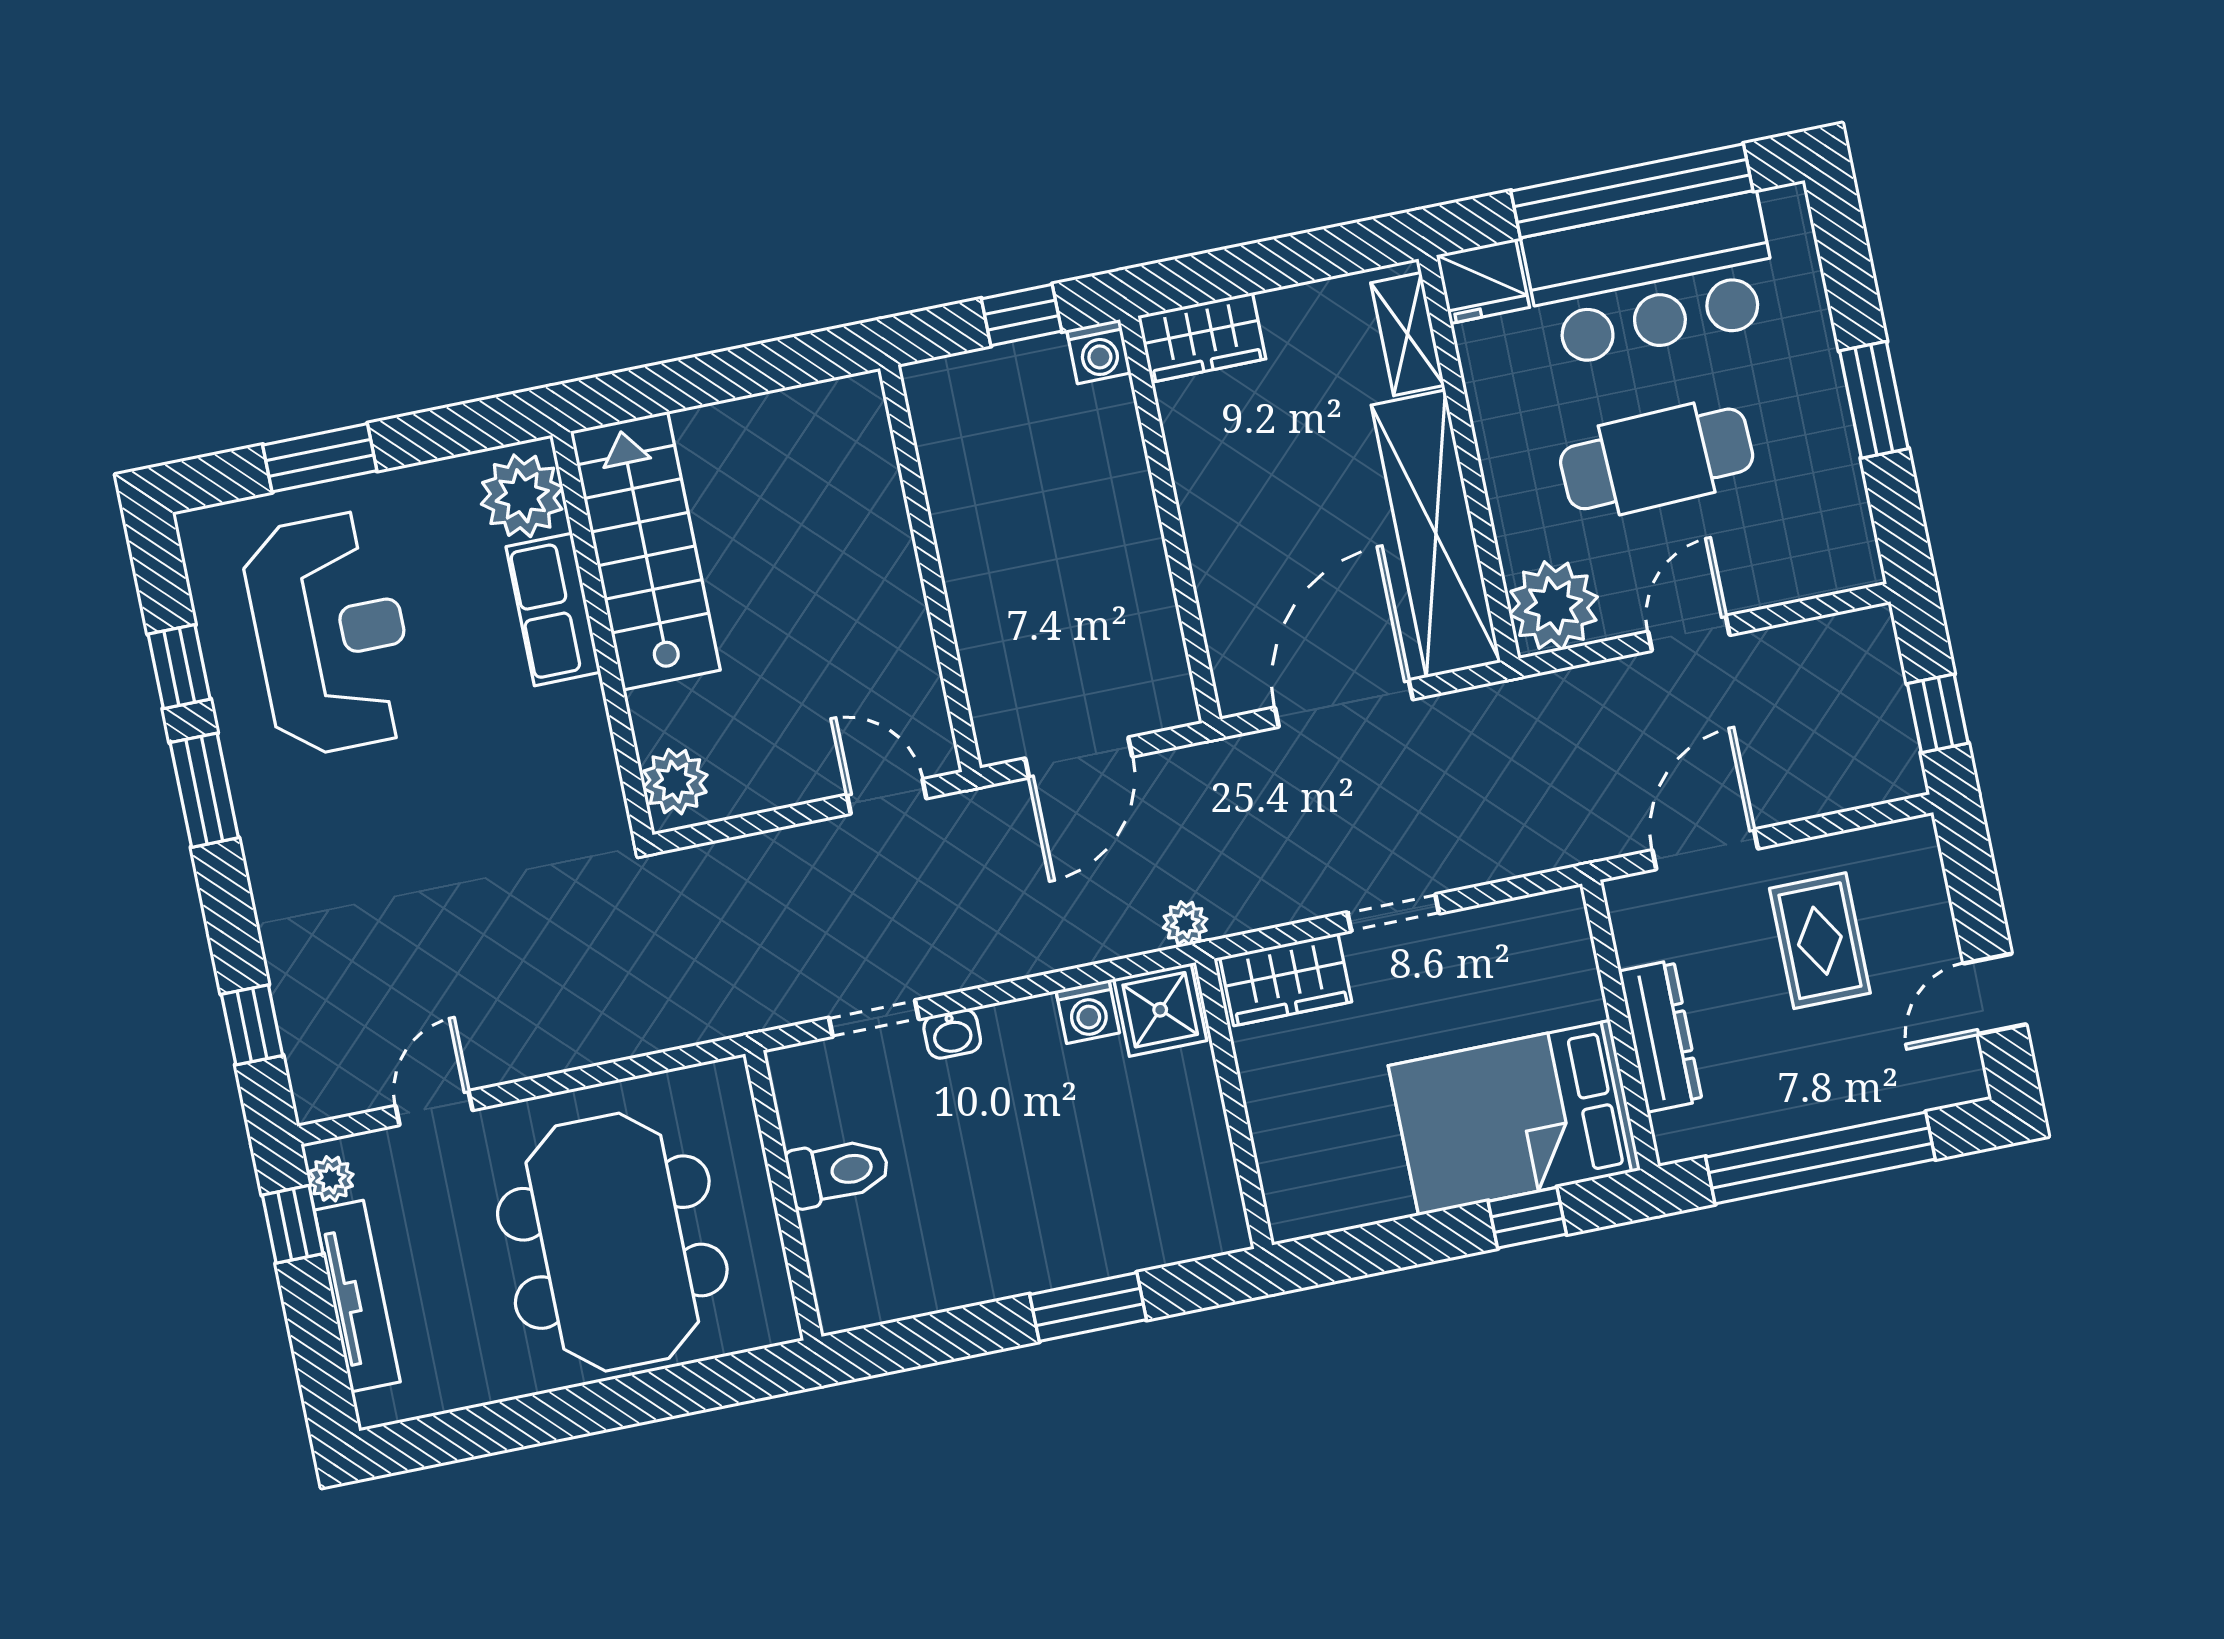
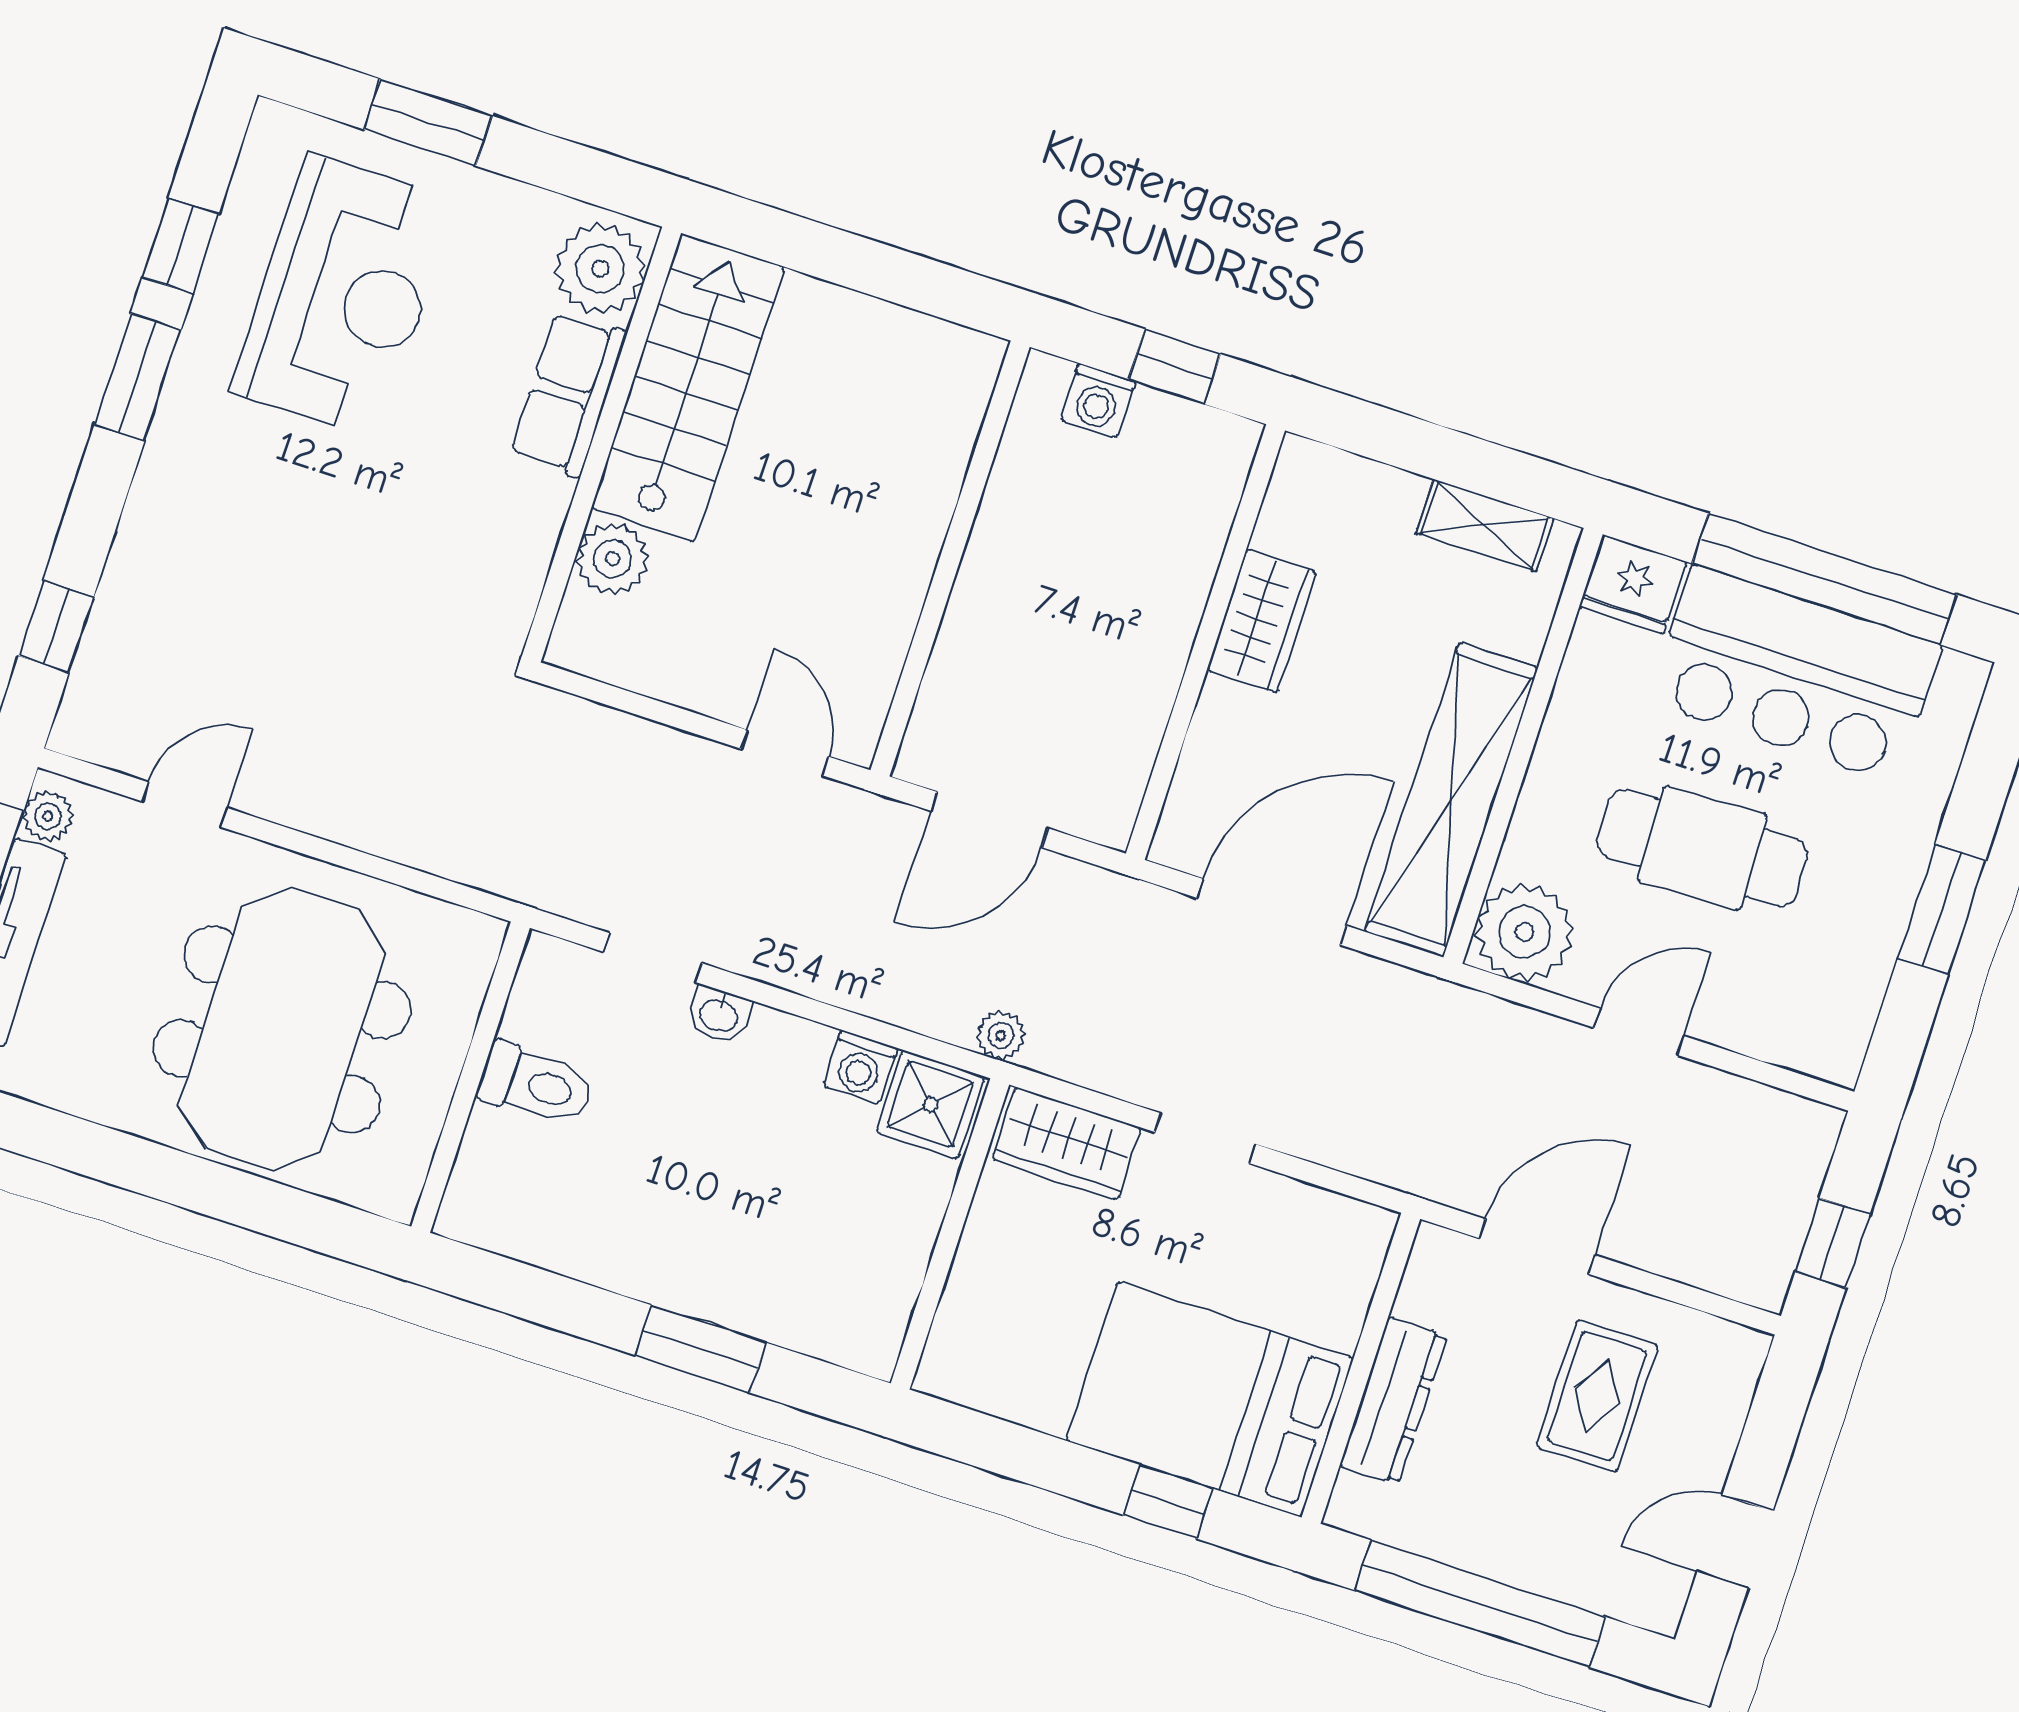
shelving: (1407, 334) -> (1485, 525), moved, turned 90
wardrobe: (1202, 337) -> (1262, 621), moved, turned -90
washing machine: (1099, 352) -> (1098, 401), moved
plant: (675, 782) -> (613, 559), moved

